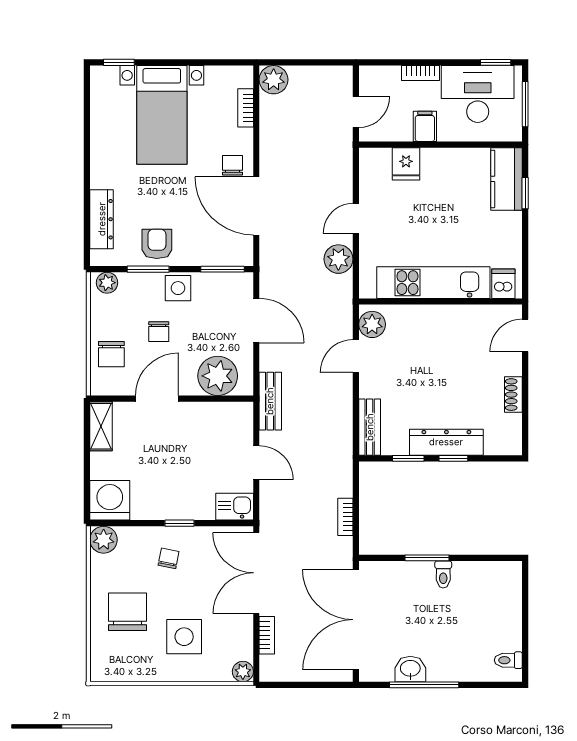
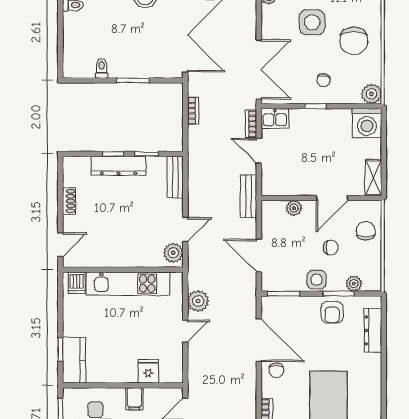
plant: (107, 283) -> (354, 284), moved
chair: (159, 332) -> (331, 247), turned 90
plant: (218, 376) -> (294, 208), width x0.53, depth x0.53
toilet: (443, 574) -> (102, 68), moved
bookcase: (267, 635) -> (251, 124), moved

